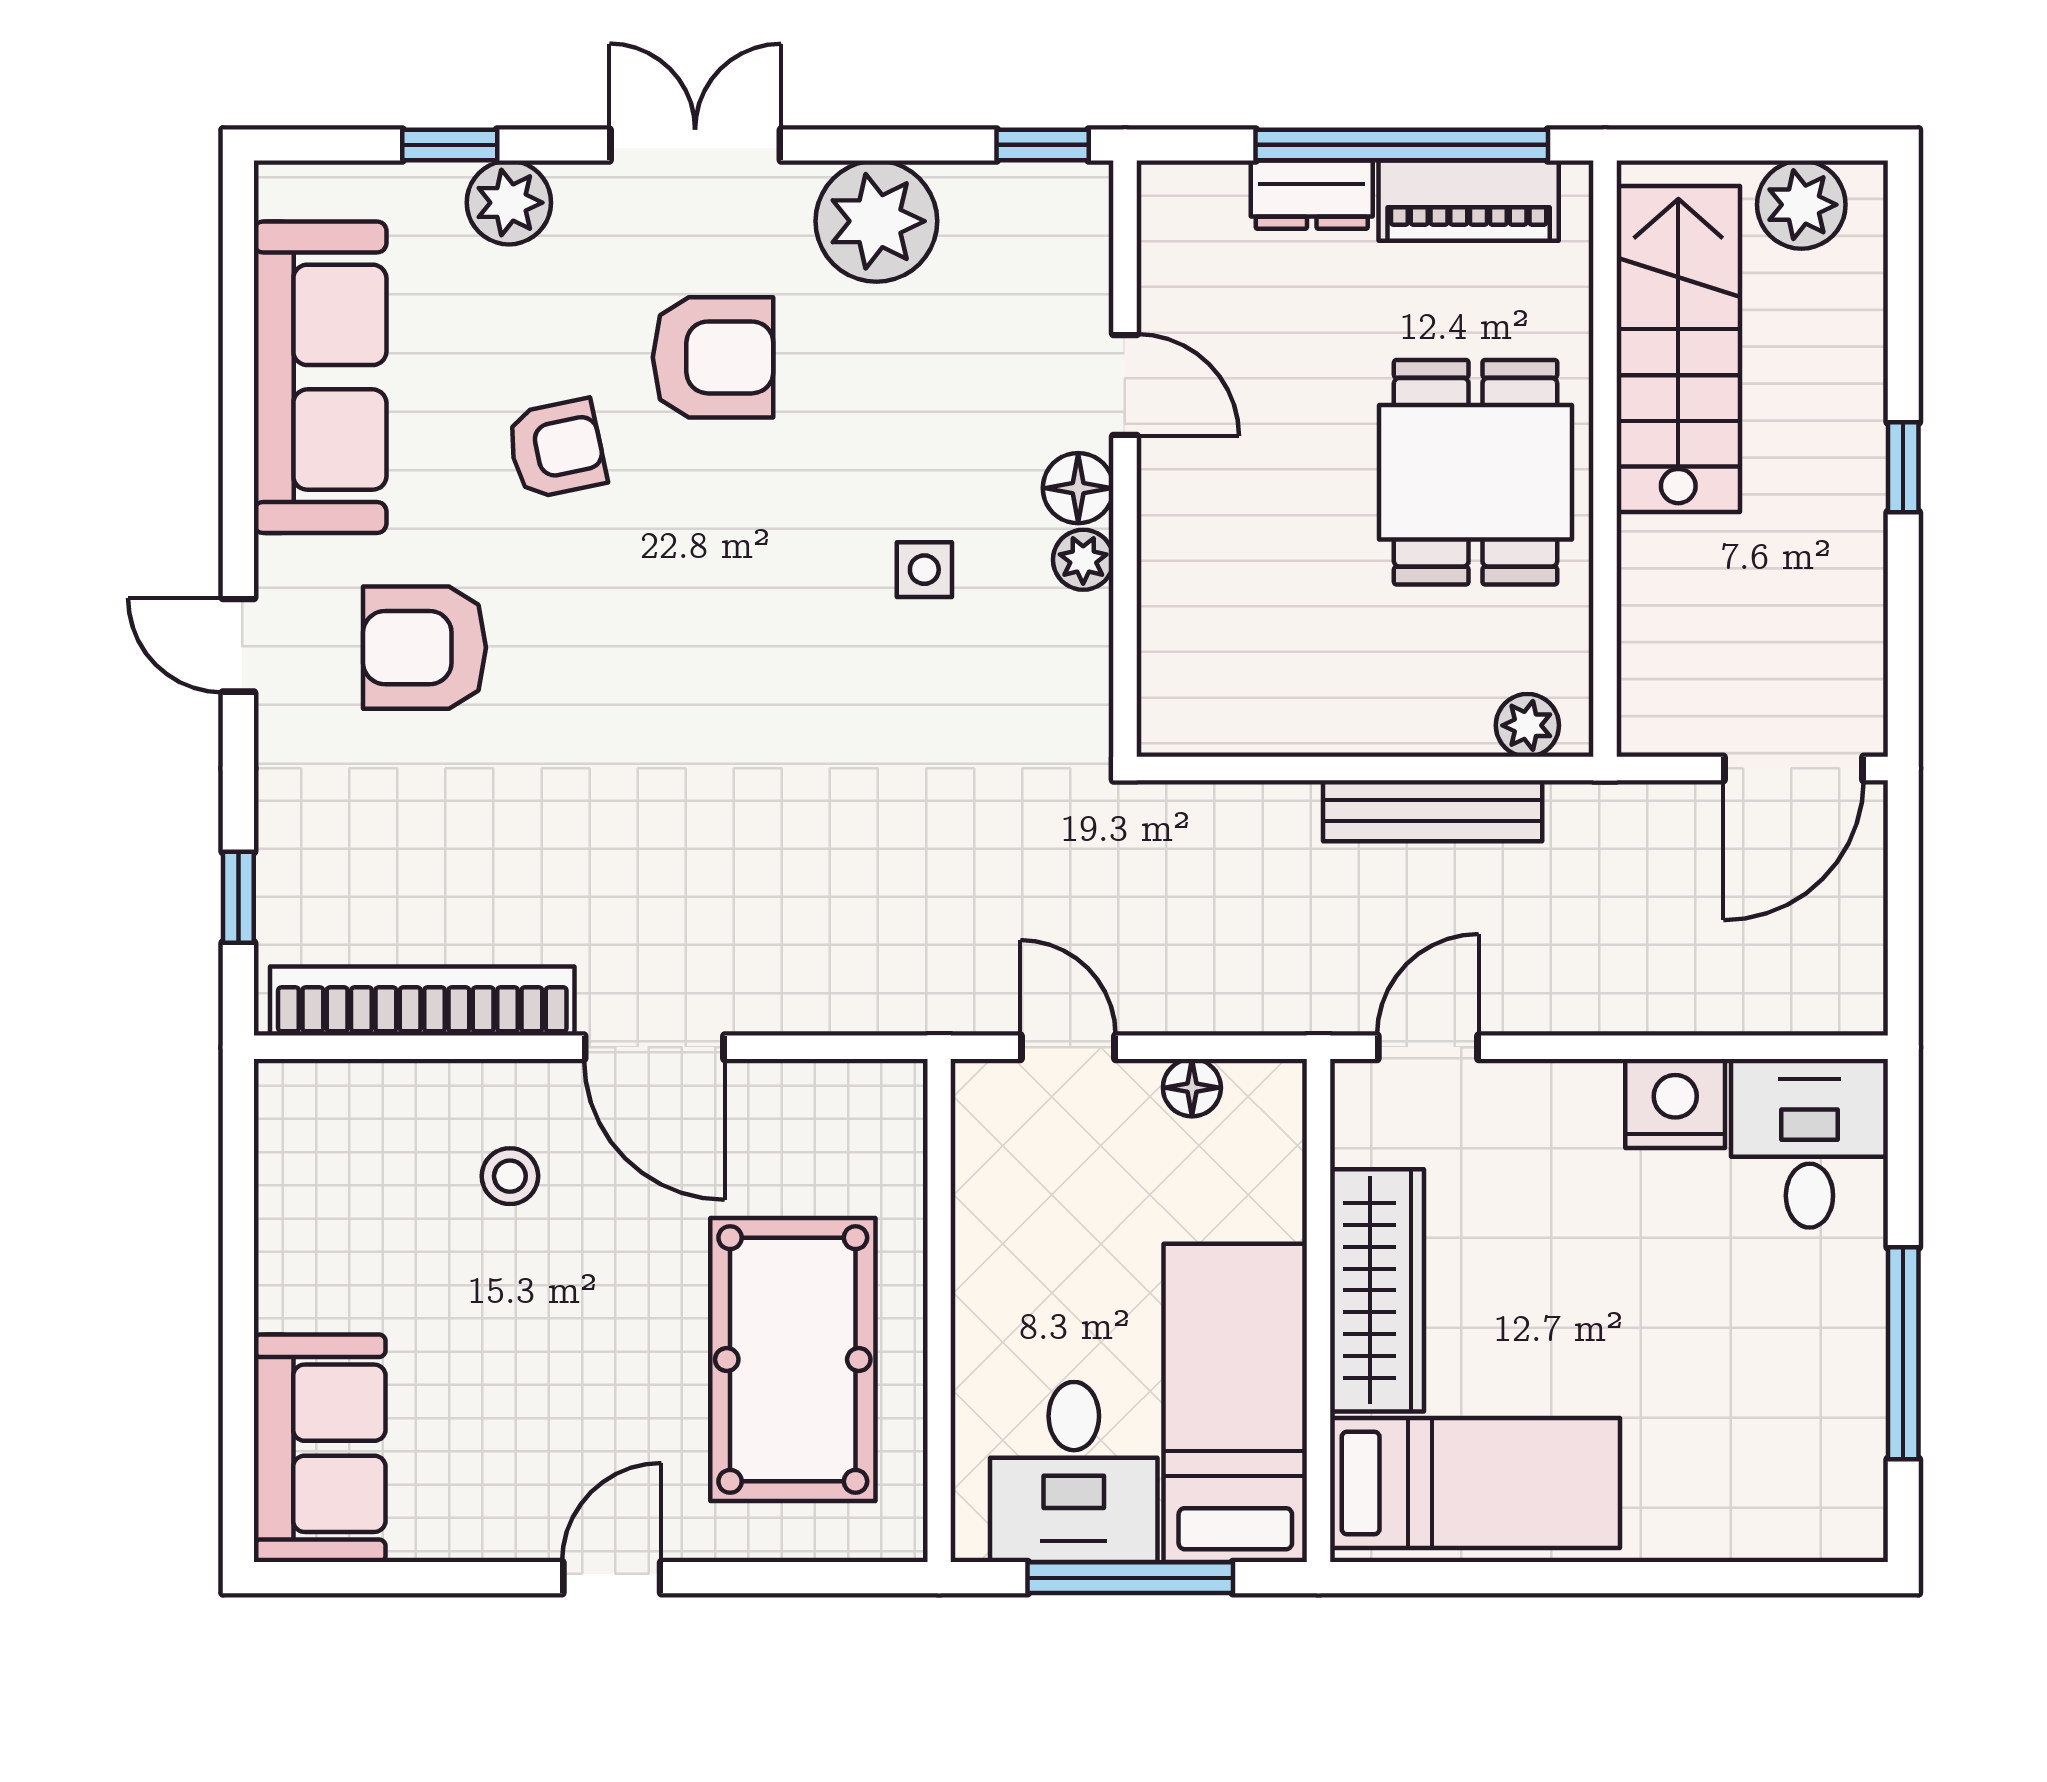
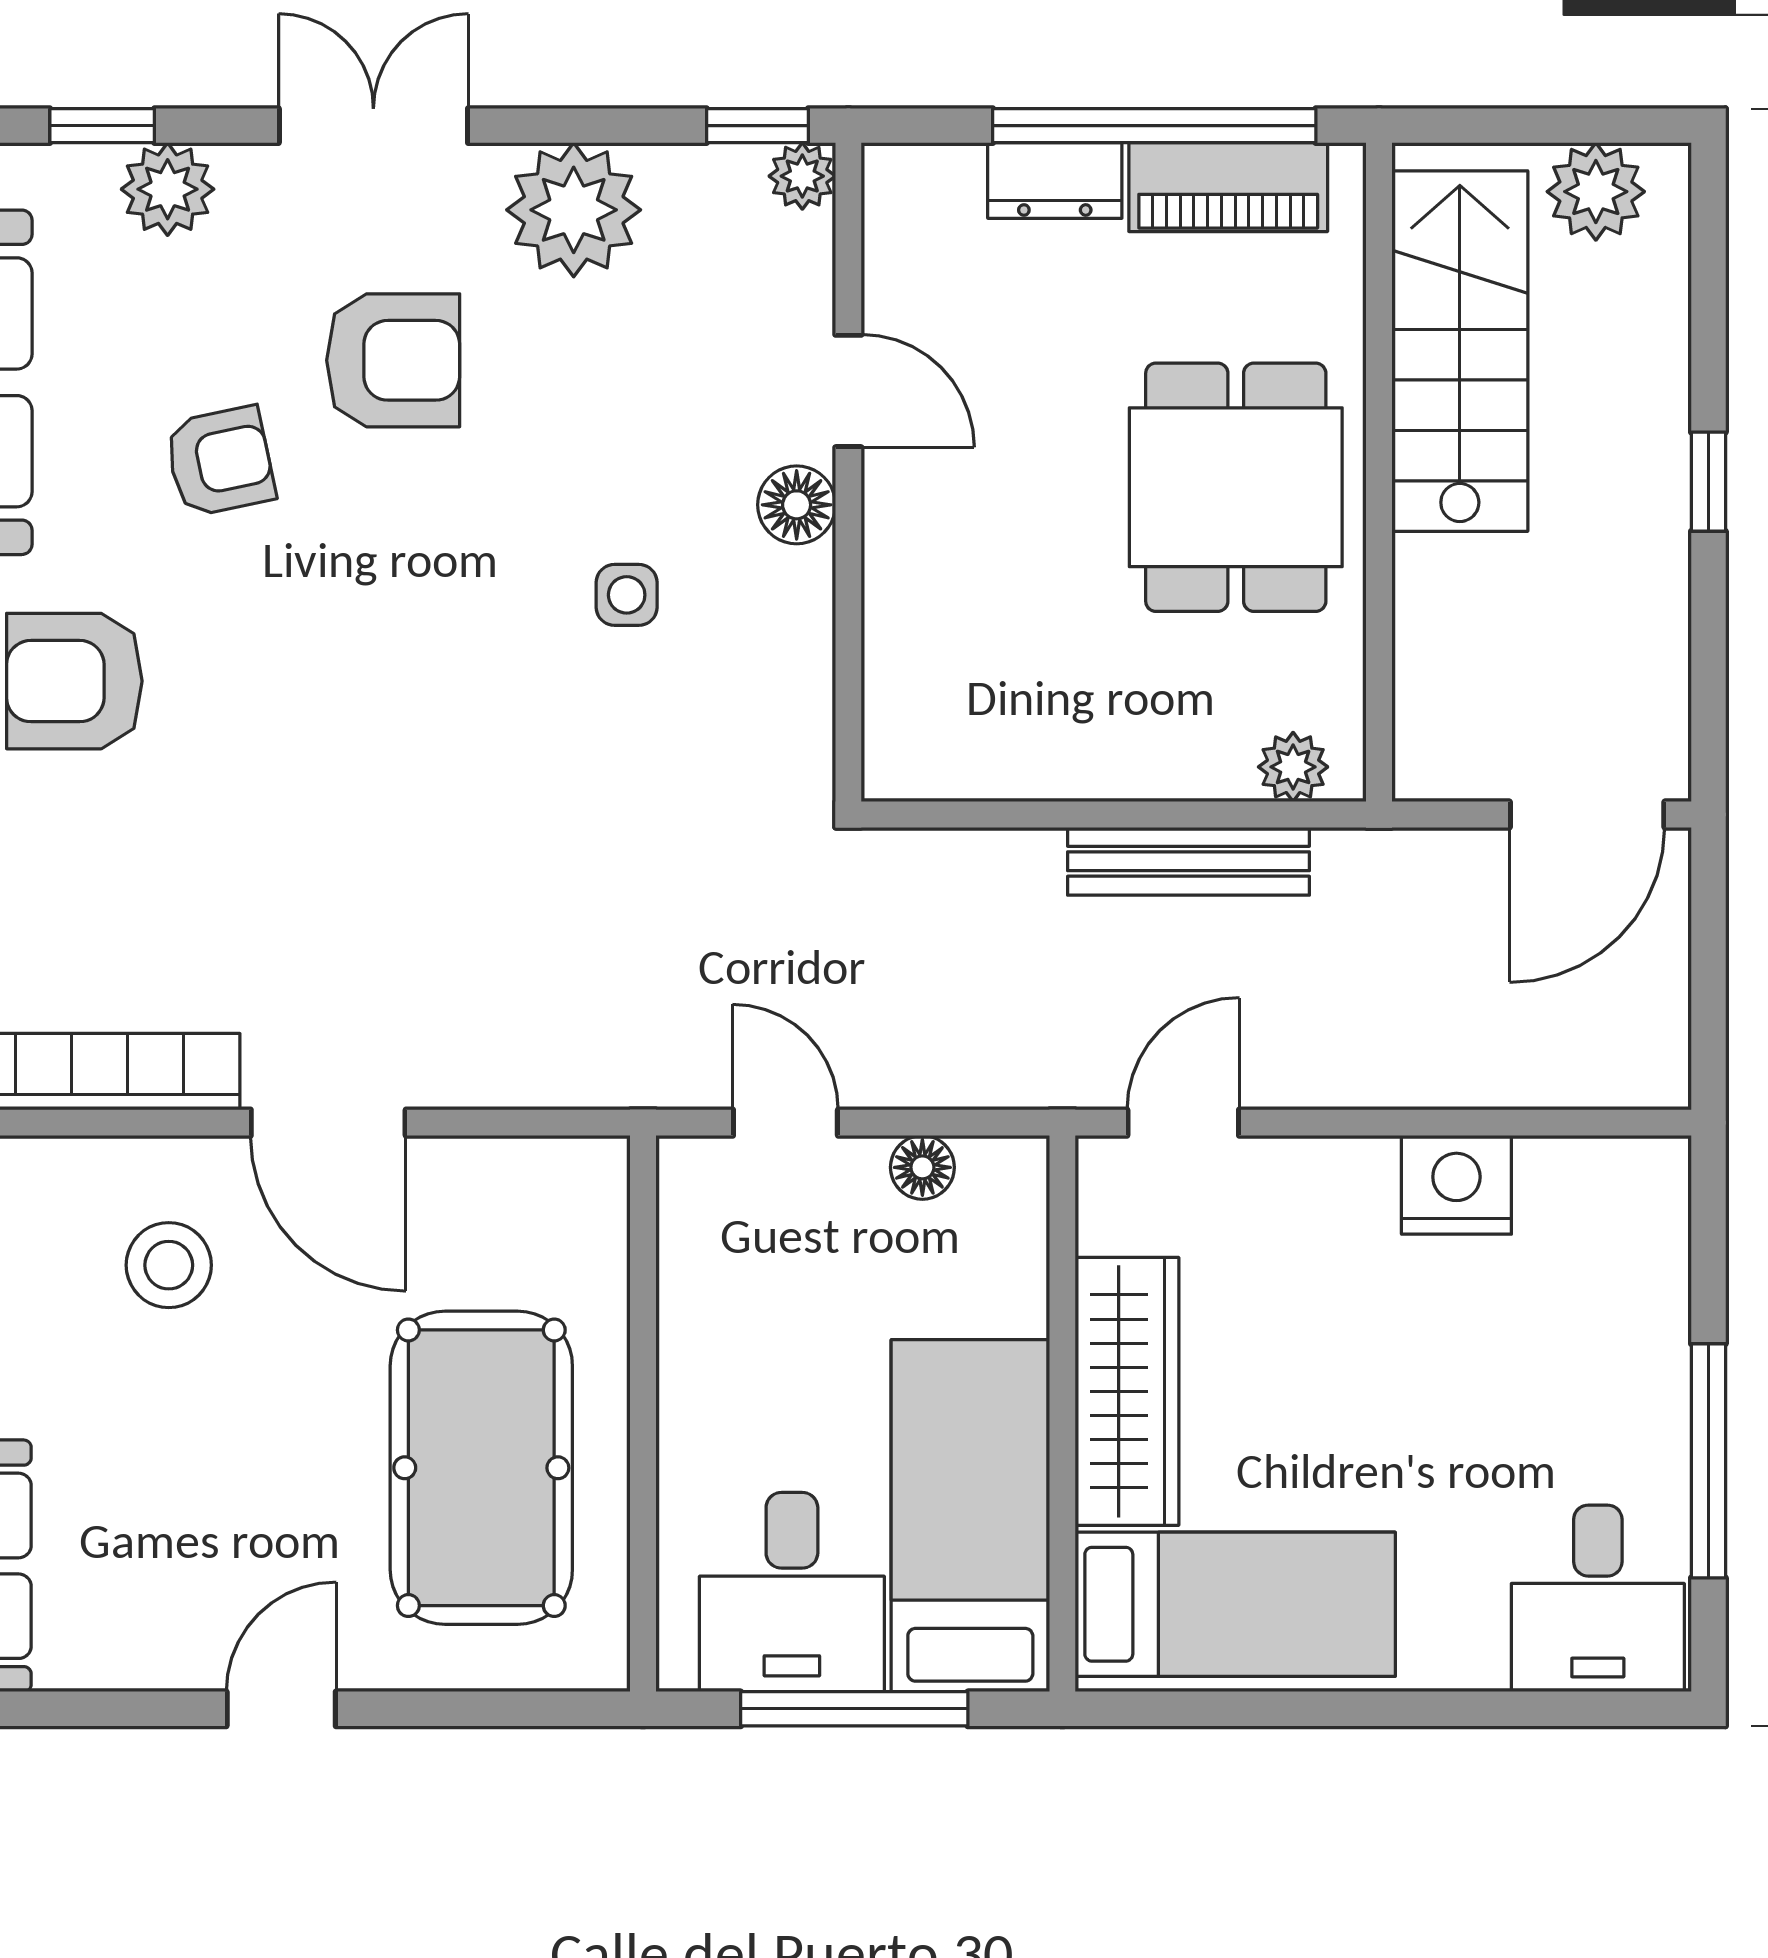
plant: (1083, 560) -> (802, 176), moved
desk: (1809, 1143) -> (1598, 1598), moved, turned 180
stool: (510, 1176) -> (169, 1265), width x1.37, depth x1.37

